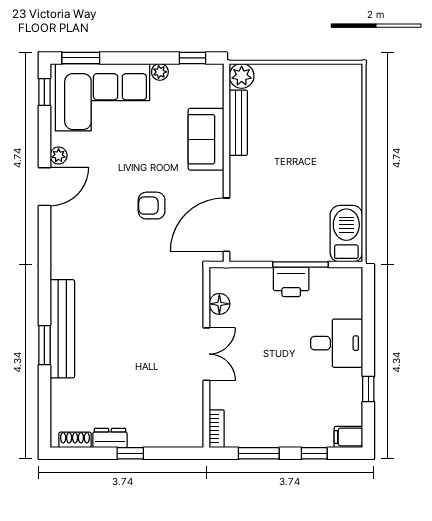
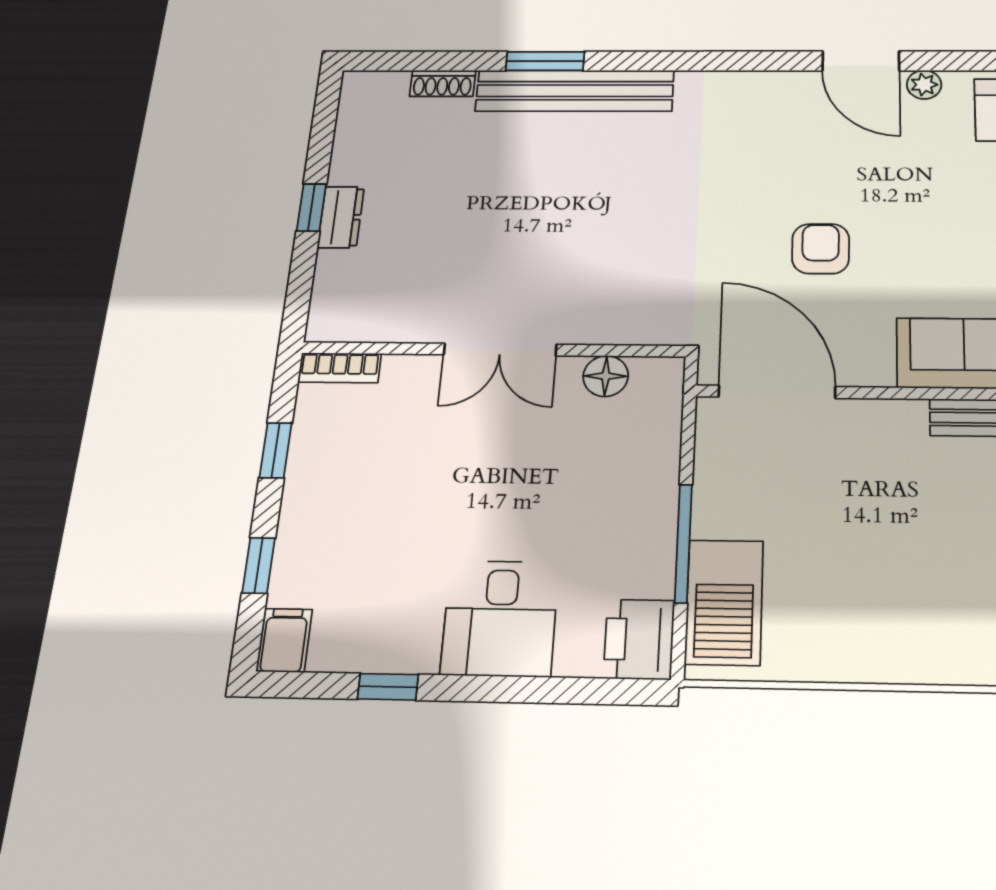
barbecue: (346, 234) -> (724, 602), moved, turned 90
printer: (291, 282) -> (639, 639), moved
dresser: (110, 438) -> (341, 217), moved
shoe rack: (75, 440) -> (443, 83), moved, turned 90
window: (259, 453) -> (276, 450), width x0.67

